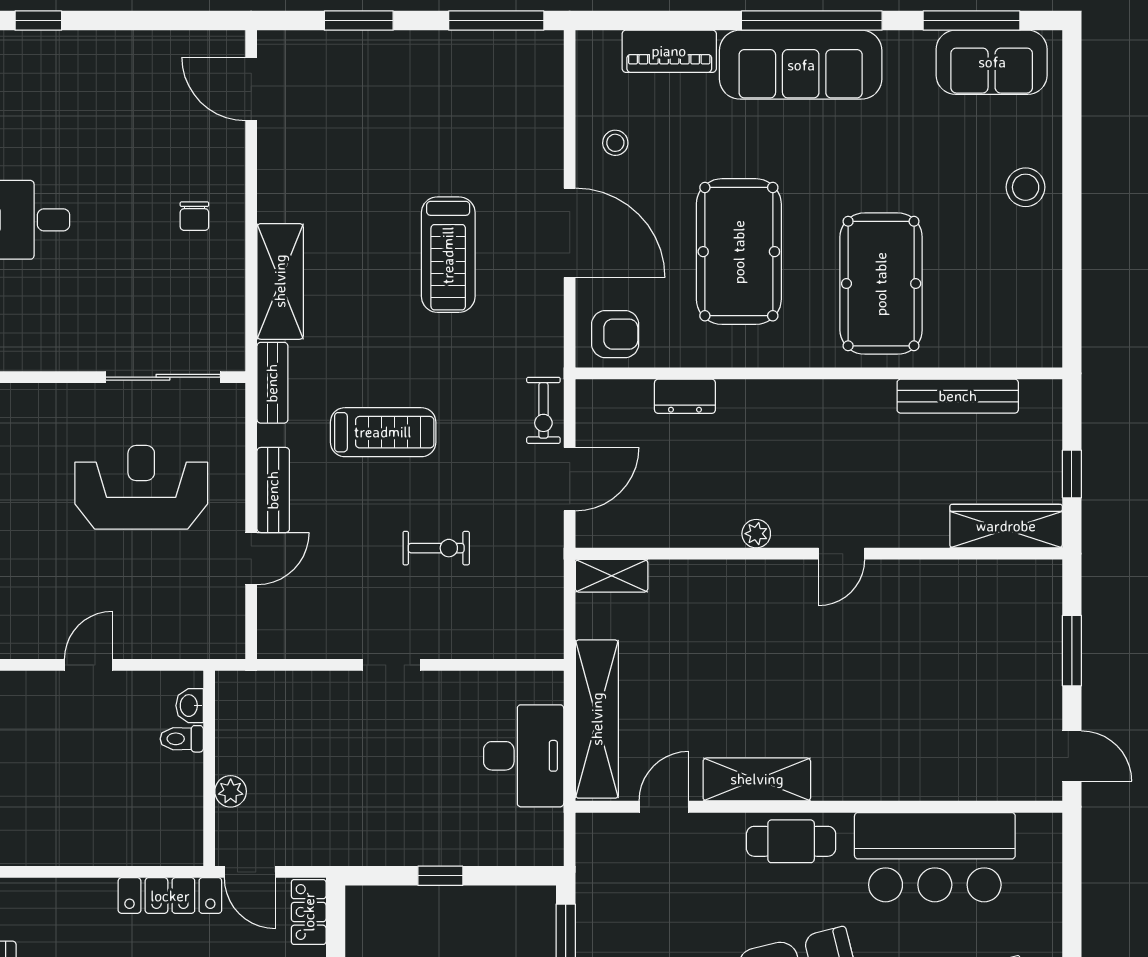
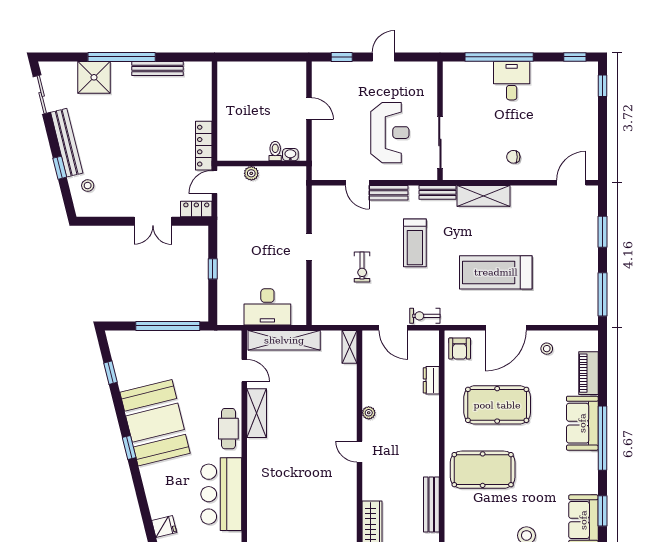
window: (972, 21) -> (602, 511), width x0.69
sofa: (801, 65) -> (582, 423), width x0.73
treadmill: (448, 255) -> (496, 272), width x1.37, depth x1.38

